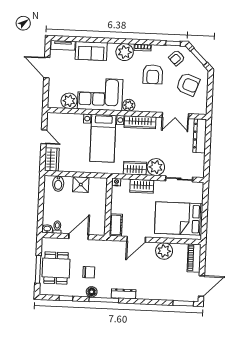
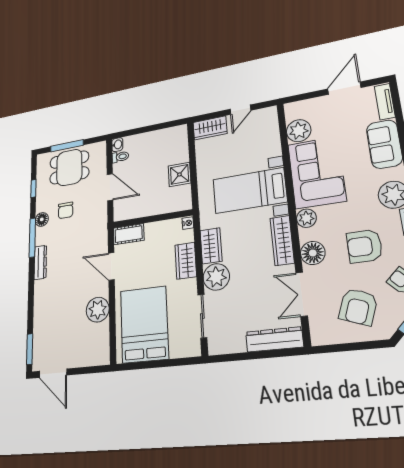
floor lamp: (151, 105) -> (313, 253), added
bidet: (58, 184) -> (178, 144), removed
piano: (194, 258) -> (90, 357), removed

